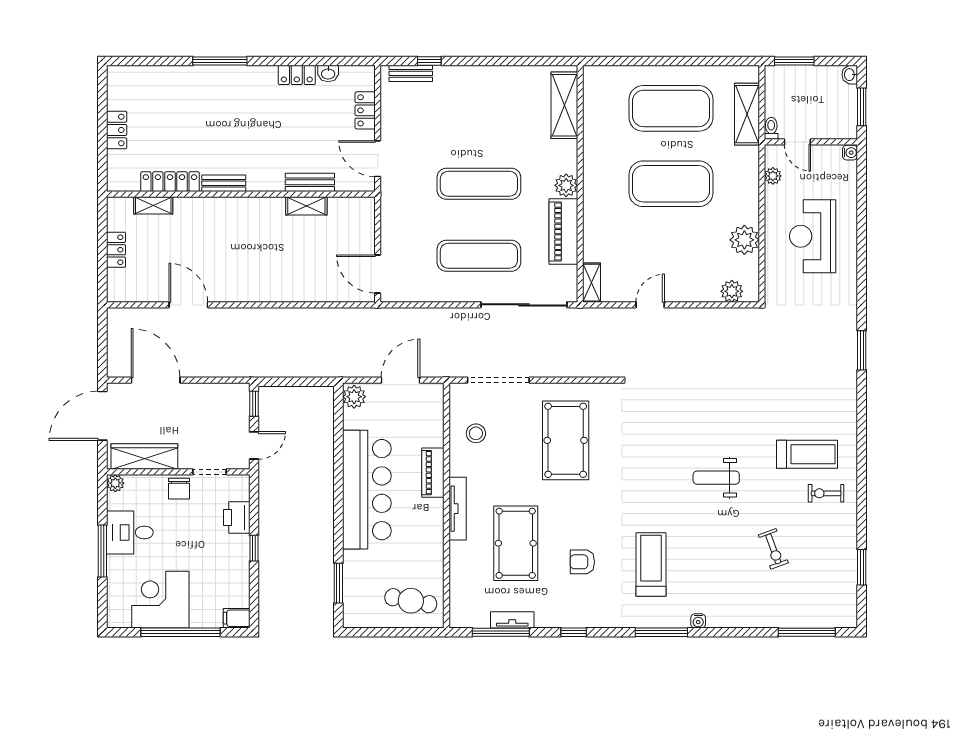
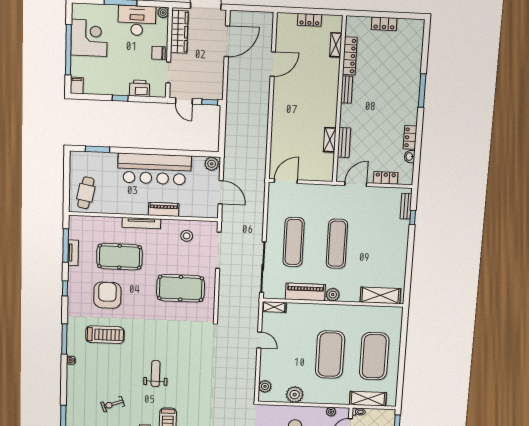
desk: (130, 532) -> (137, 21), width x1.37
armchair: (582, 562) -> (107, 295), width x1.88, depth x1.88

